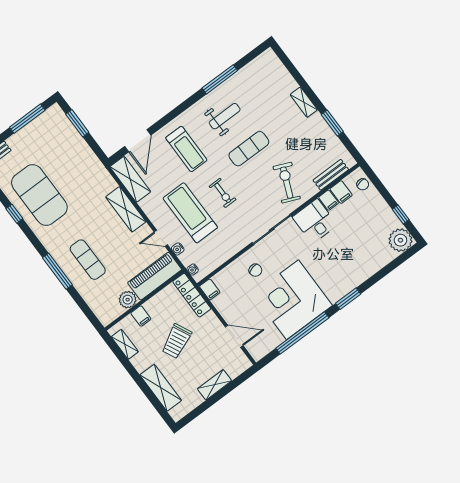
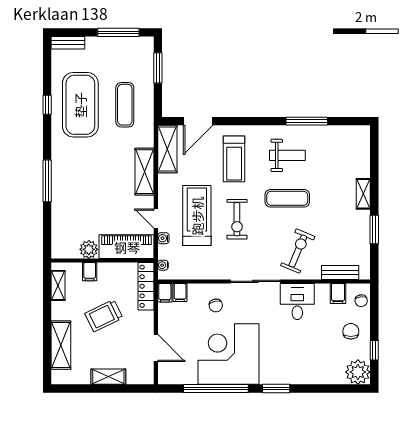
exercise bike: (223, 193) -> (237, 219), width x1.38, depth x1.39
filing cabinet: (329, 200) -> (180, 293), moved
chair: (372, 213) -> (351, 331), added
exercise mat: (88, 260) -> (125, 105), moved

